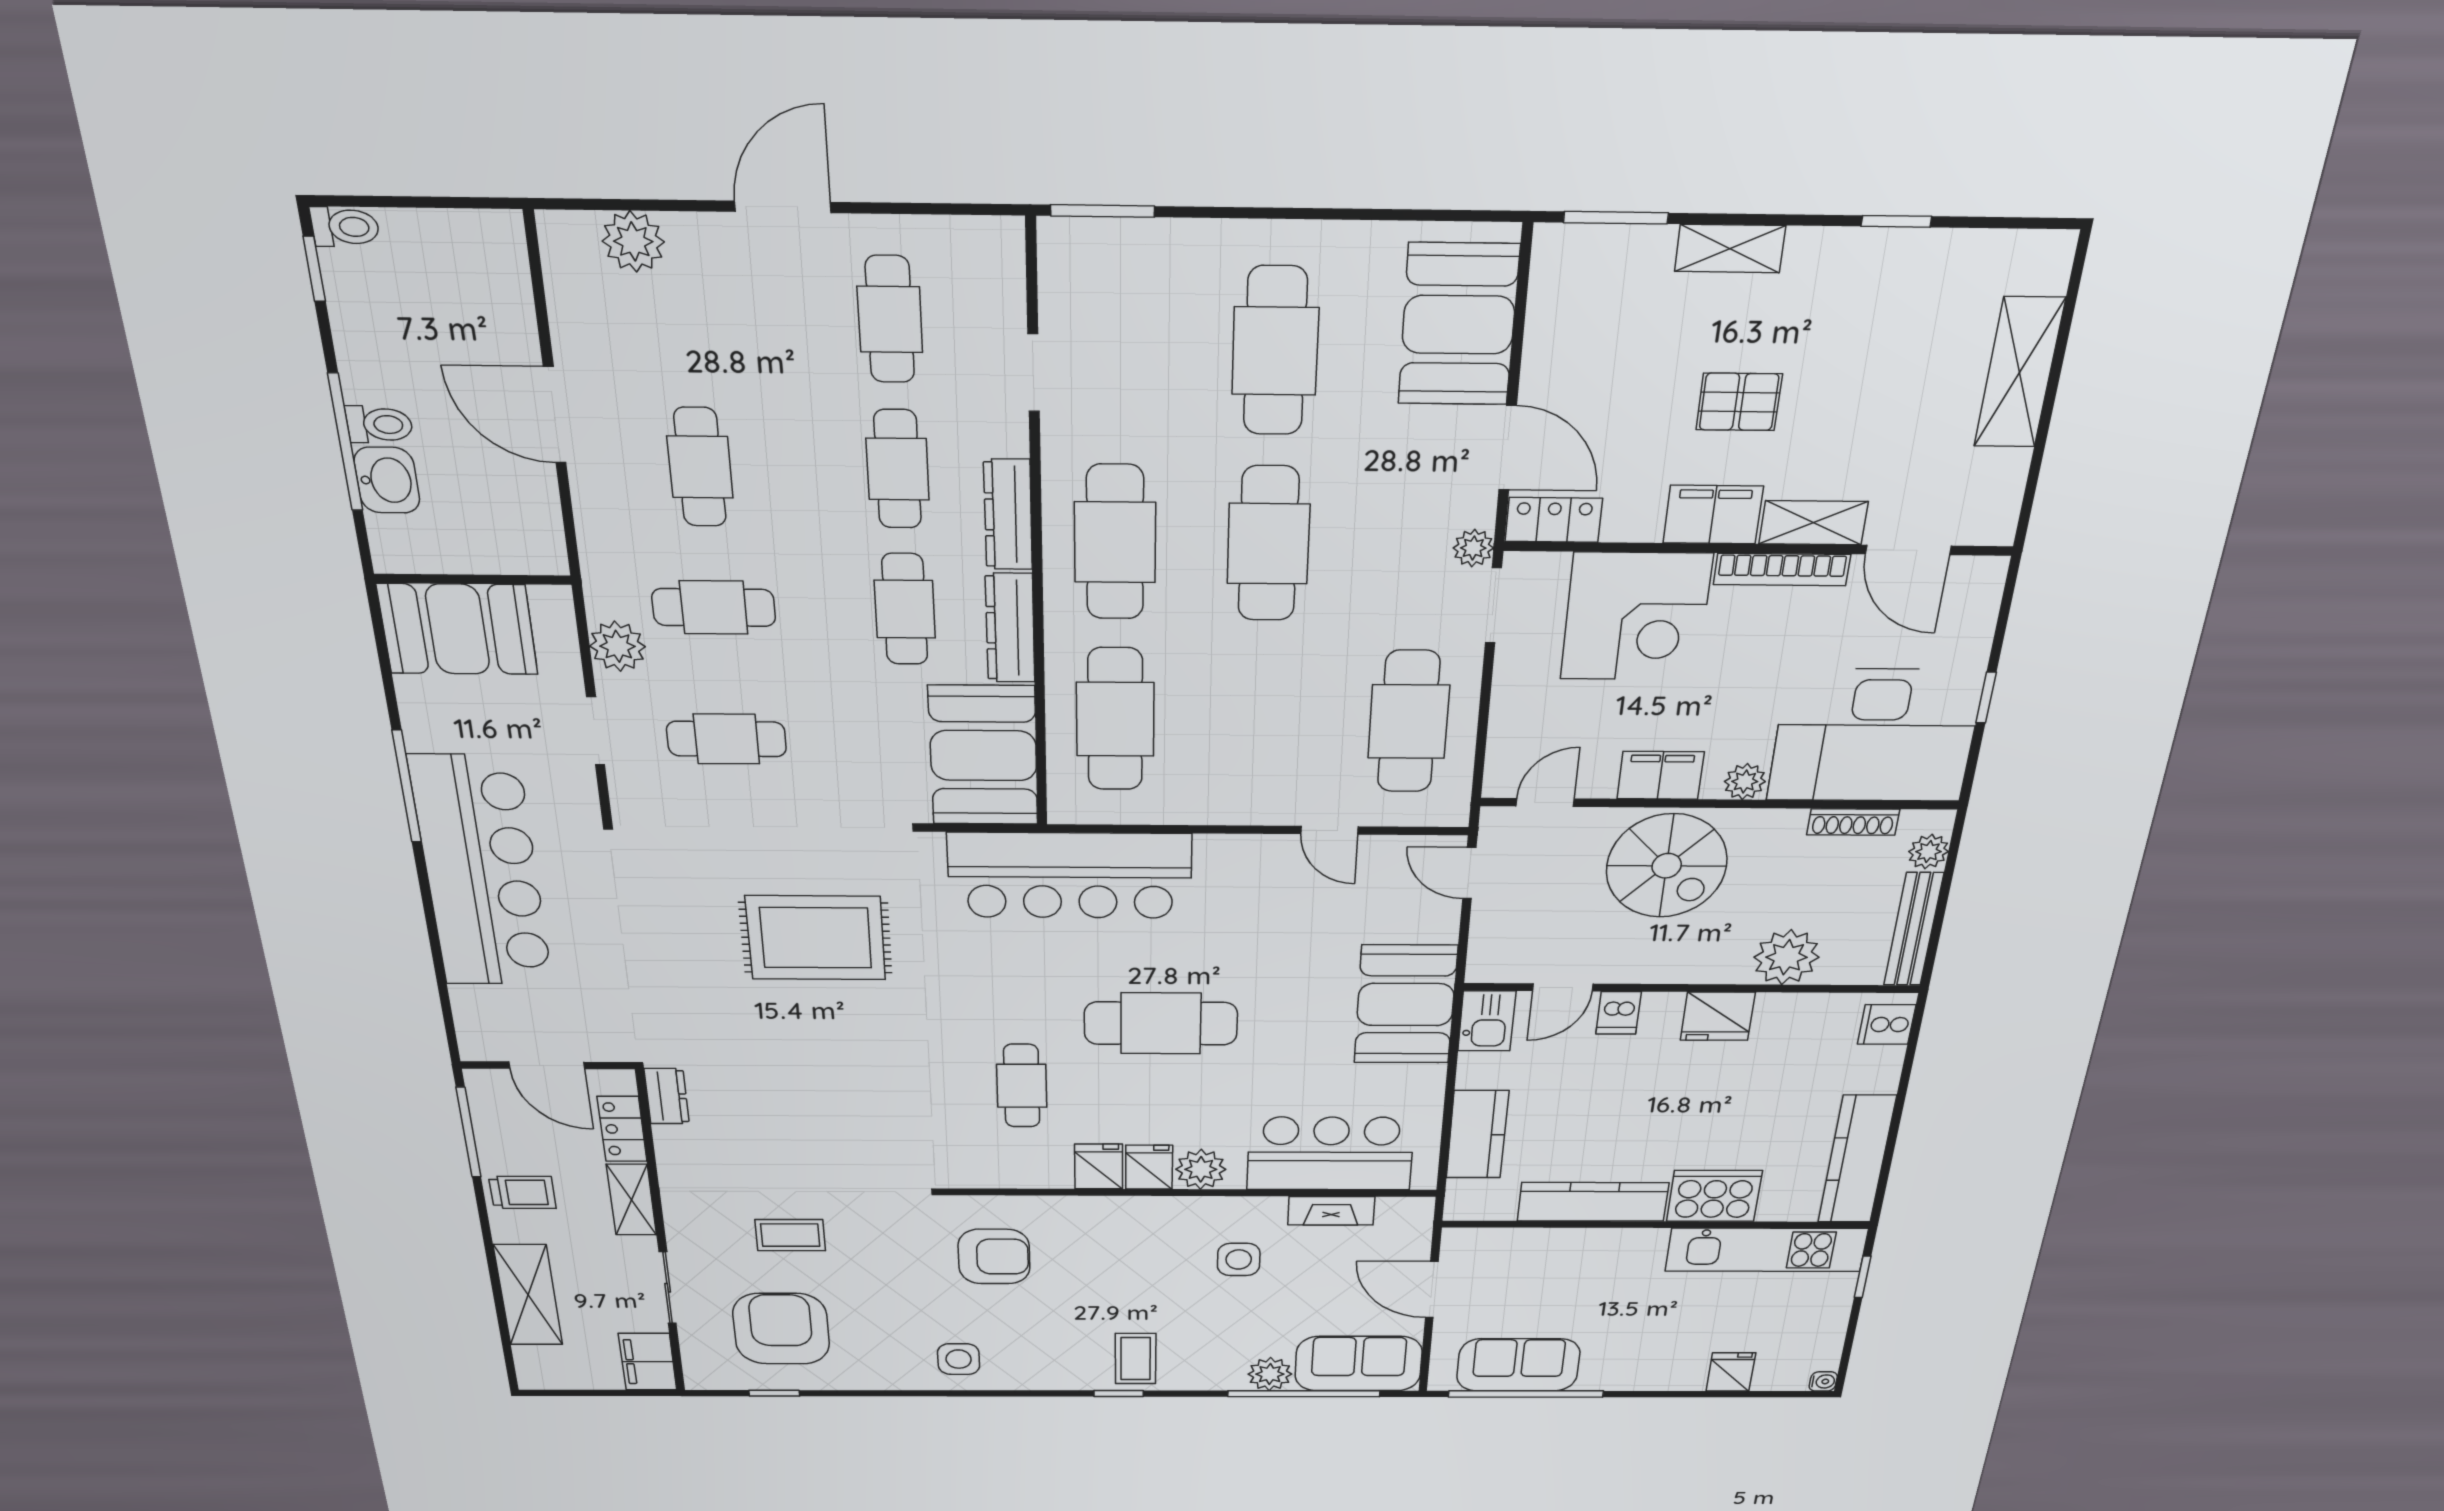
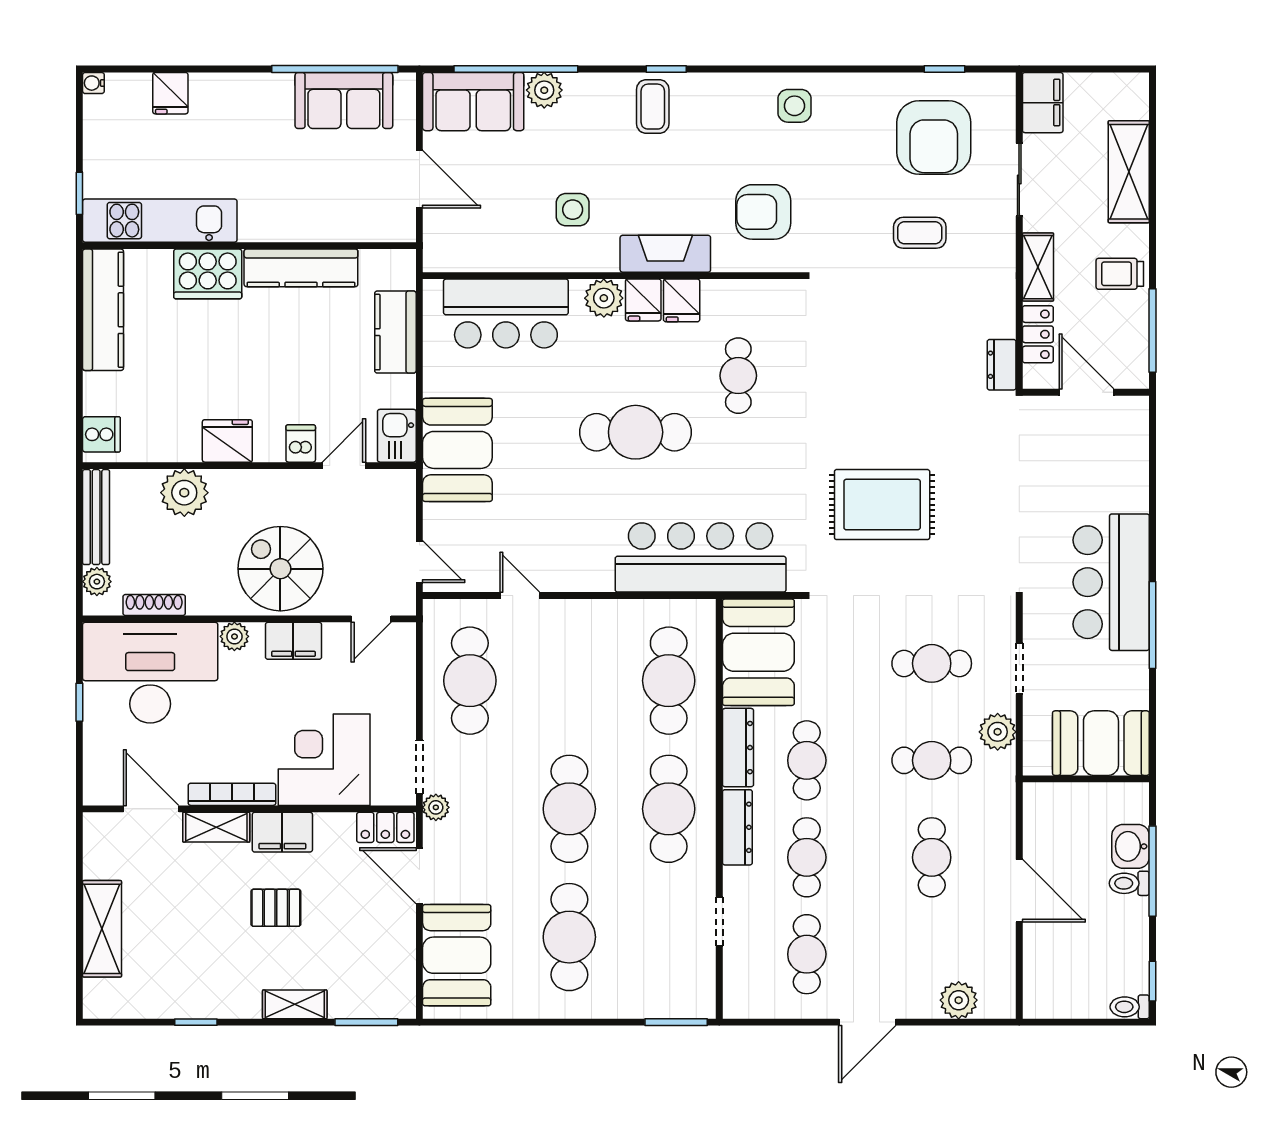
bar counter: (482, 872) -> (1111, 582), width x0.73
fireplace: (1331, 1211) -> (665, 254), moved, width x1.37, depth x1.32

